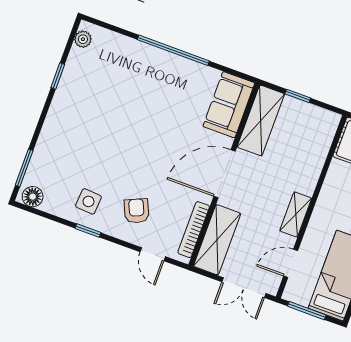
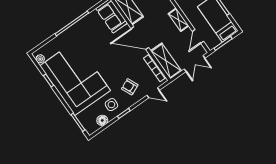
corner sofa: (91, 115) -> (75, 78), added
door: (224, 174) -> (140, 38), hinge flipped
floor lamp: (33, 197) -> (102, 120), moved

